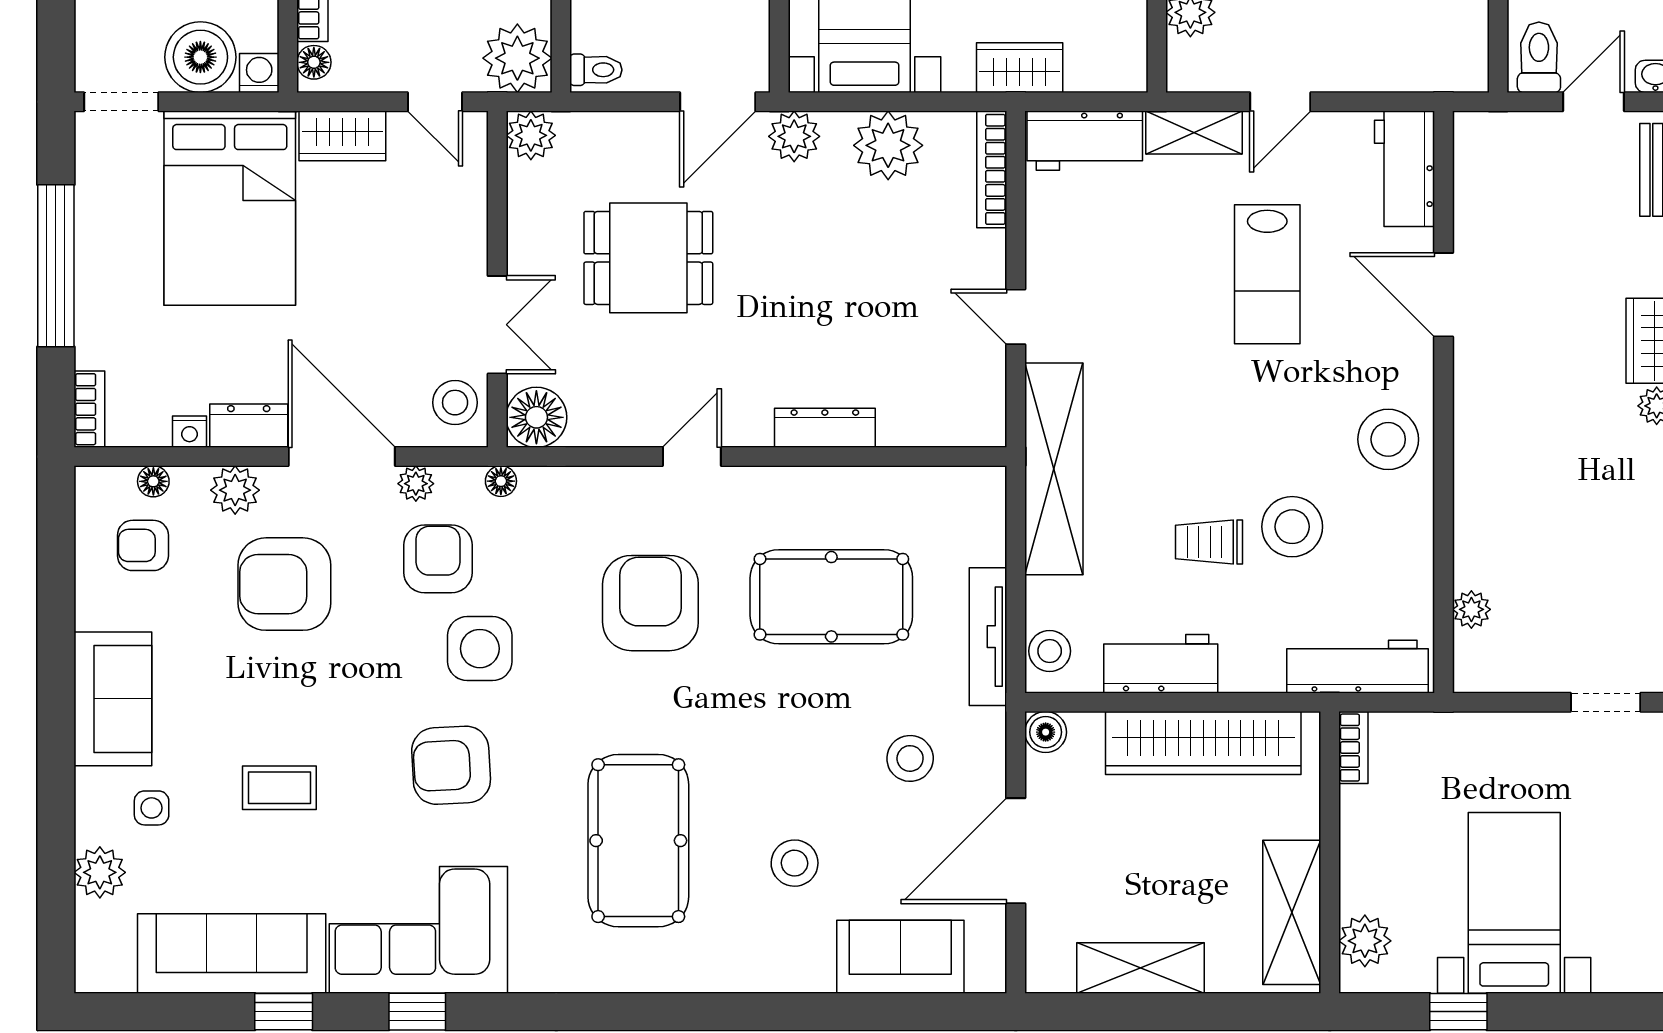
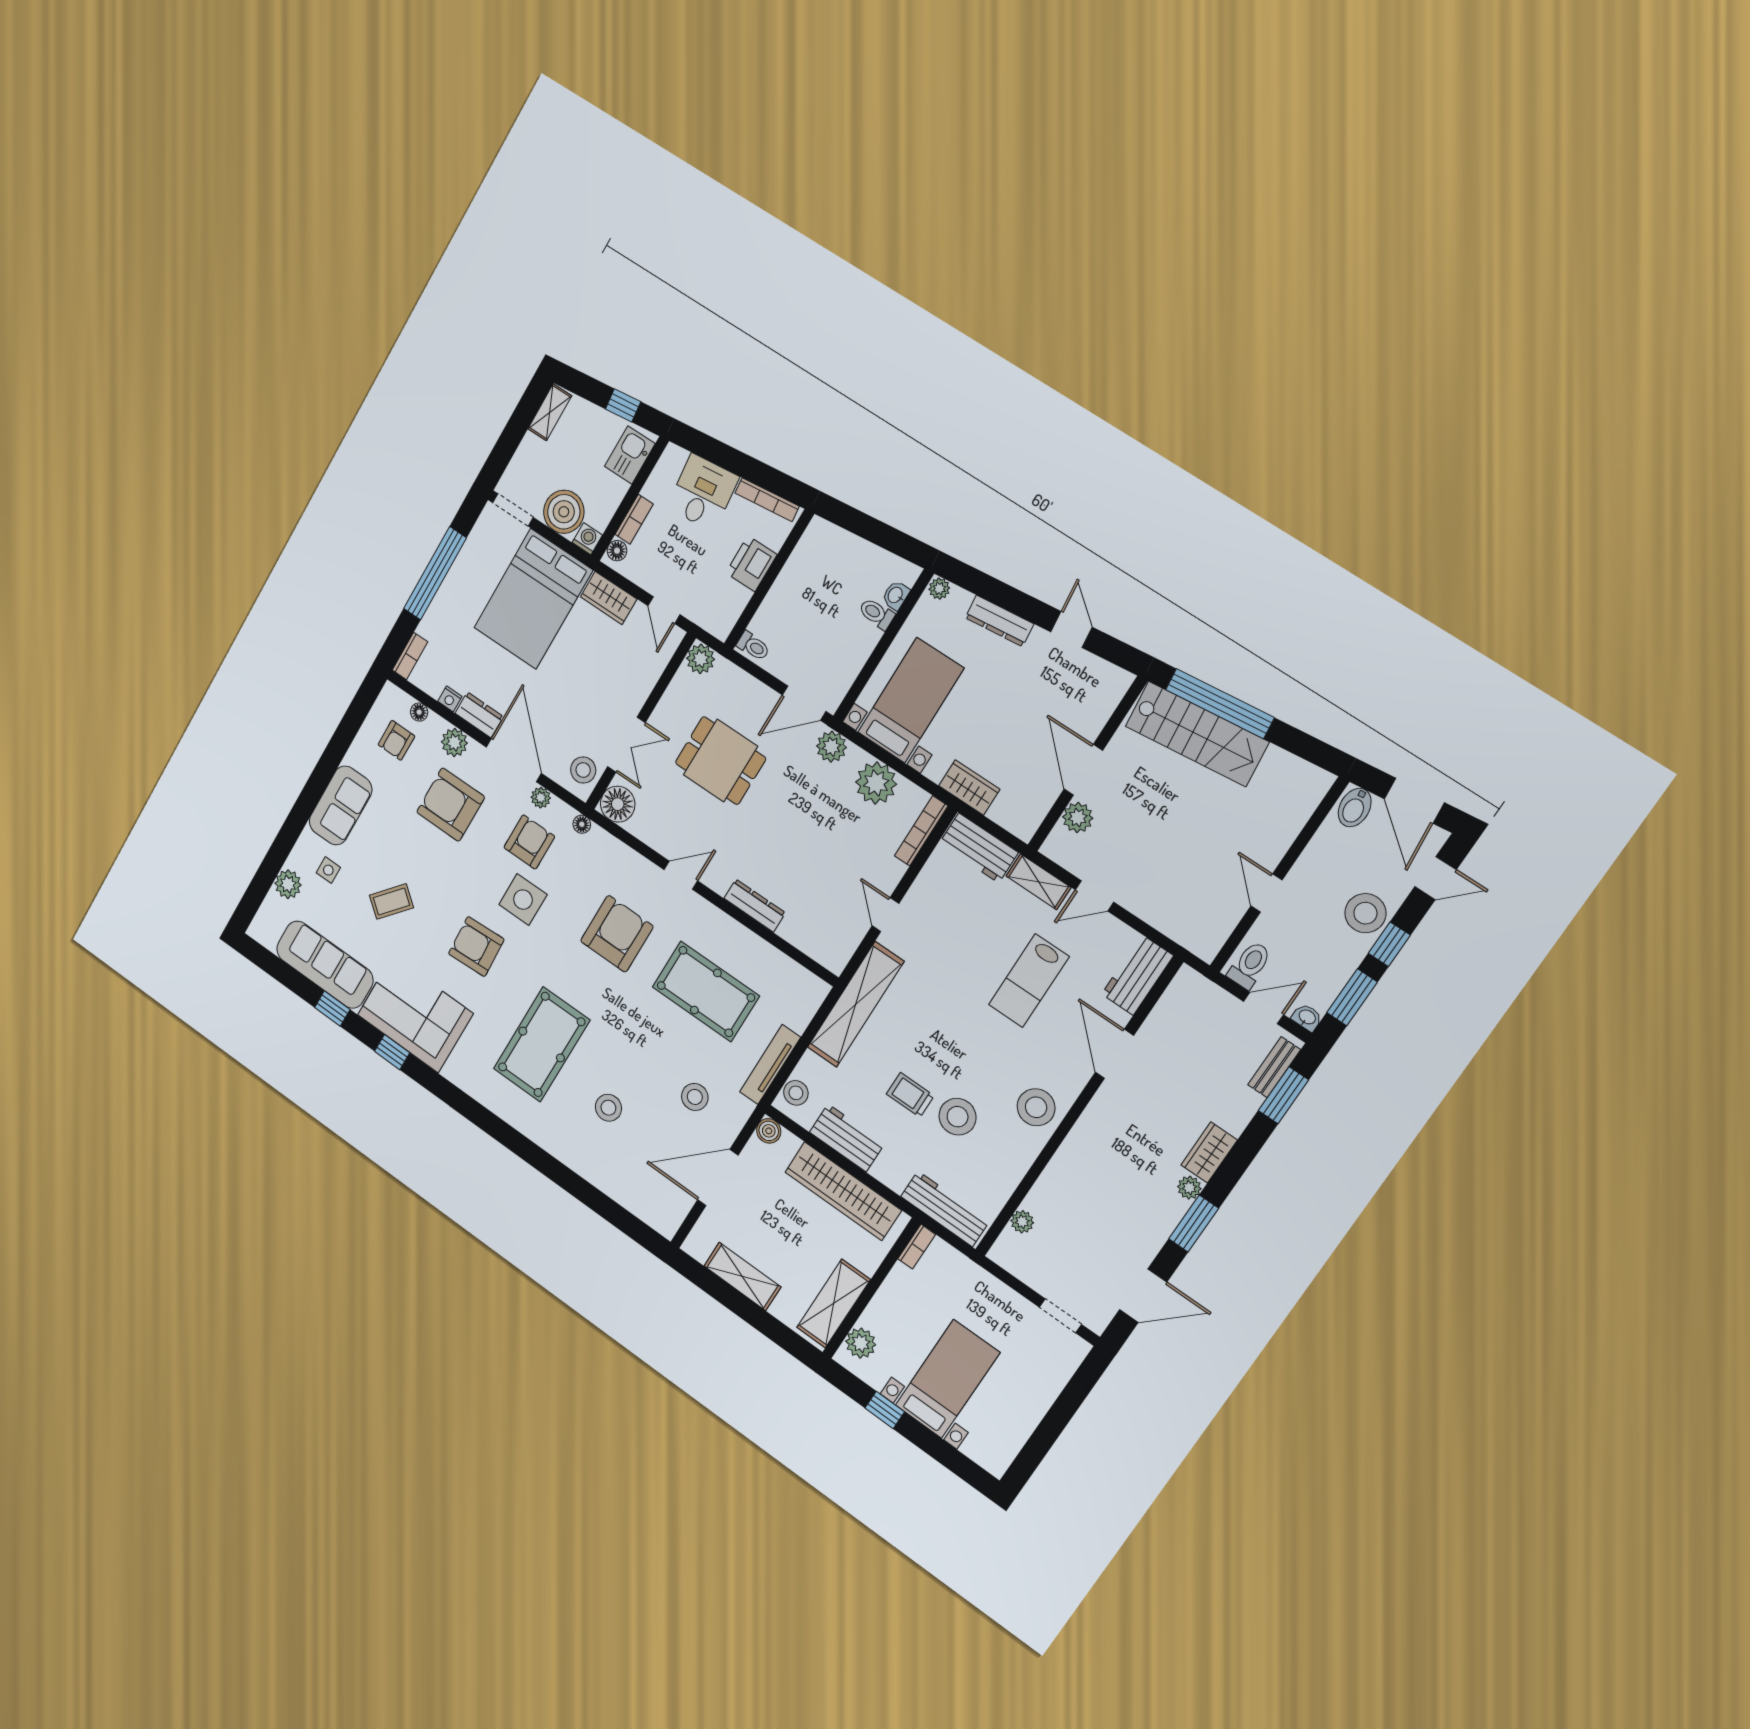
plant: (517, 58) -> (718, 614), removed
armchair: (143, 545) -> (396, 740), turned -90
coffee table: (279, 788) -> (391, 901), turned -50
sofa: (900, 957) -> (631, 1188), removed

